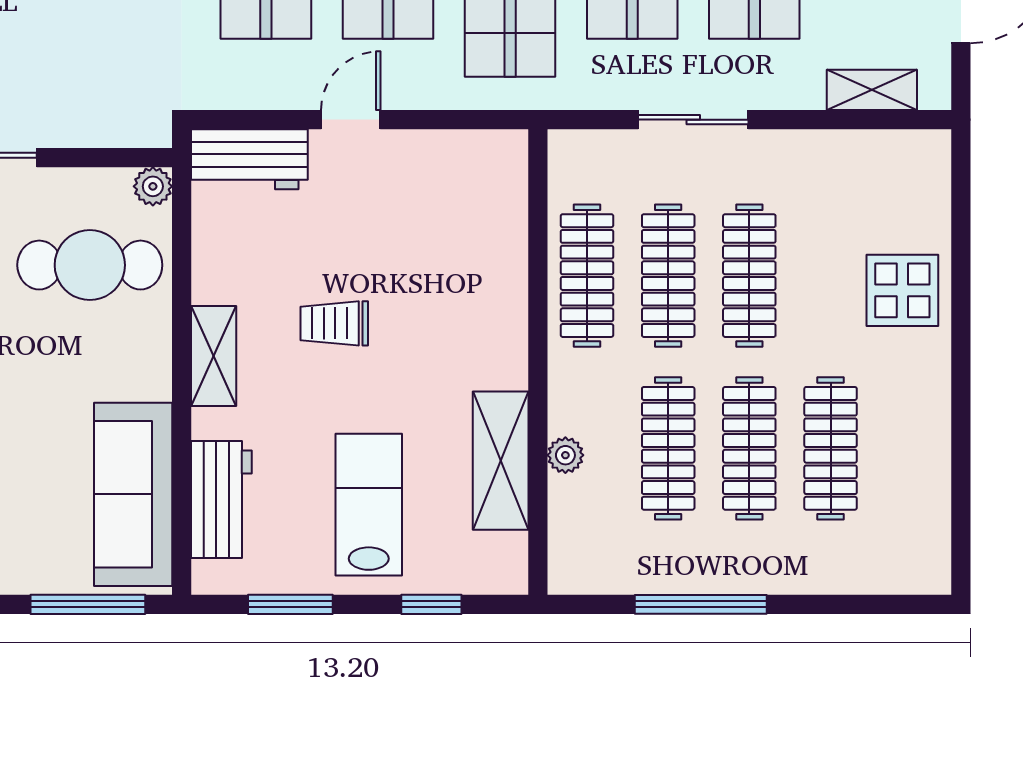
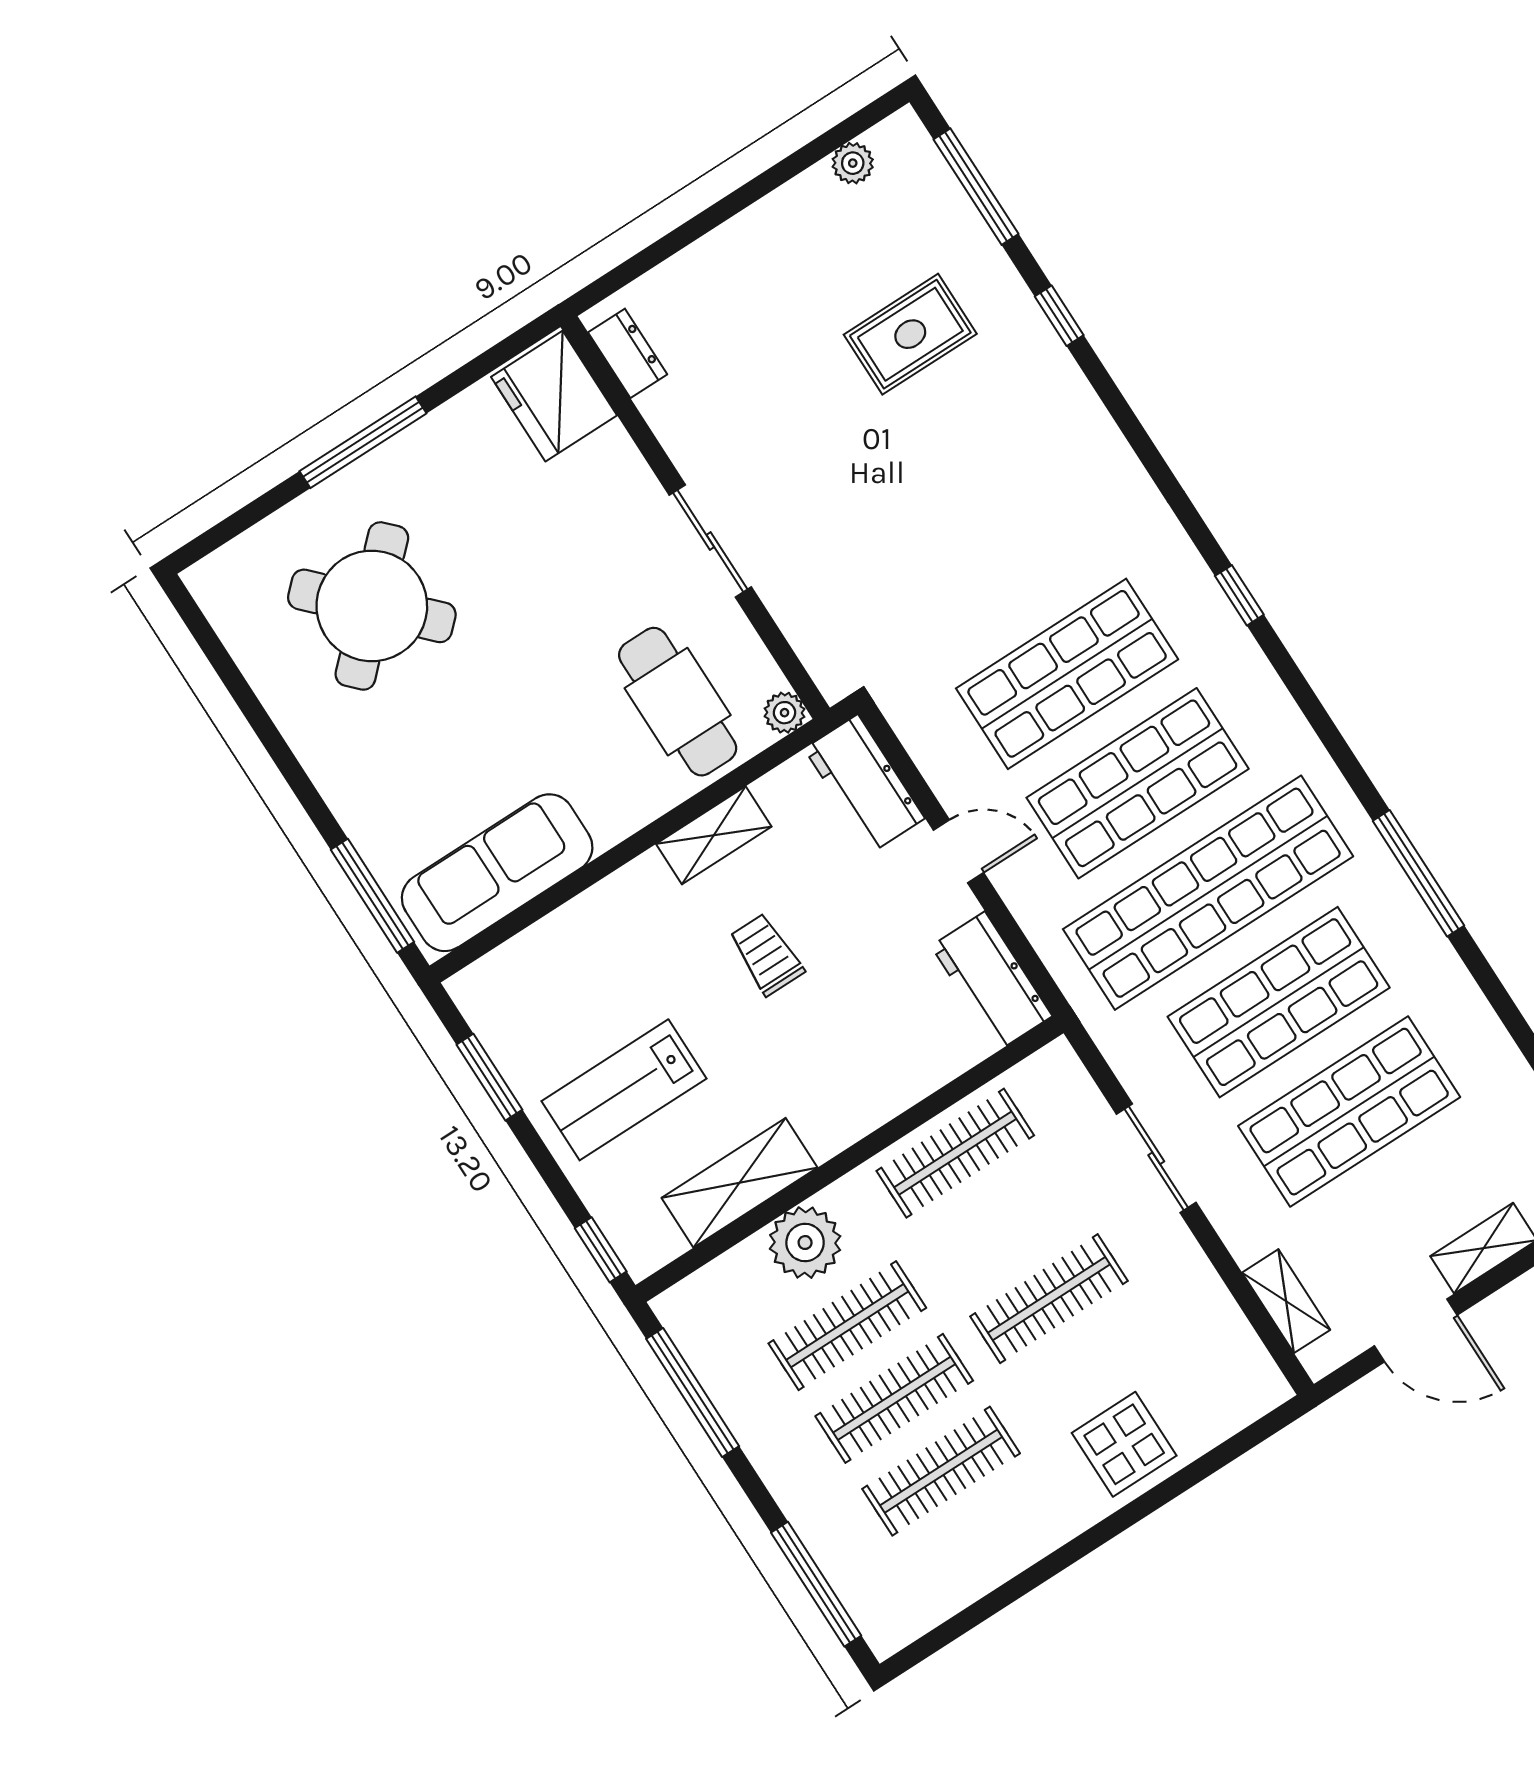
clothes rail: (668, 276) -> (1002, 1226), removed
shelving: (214, 356) -> (714, 835), moved
plant: (565, 455) -> (805, 1243), width x1.88, depth x1.88
workbench: (221, 499) -> (992, 981), moved, turned 90
lab bench: (369, 505) -> (624, 1090), turned 180
window: (431, 604) -> (601, 1250), moved
window: (701, 604) -> (693, 1393), moved
window: (856, 604) -> (816, 1584), added

